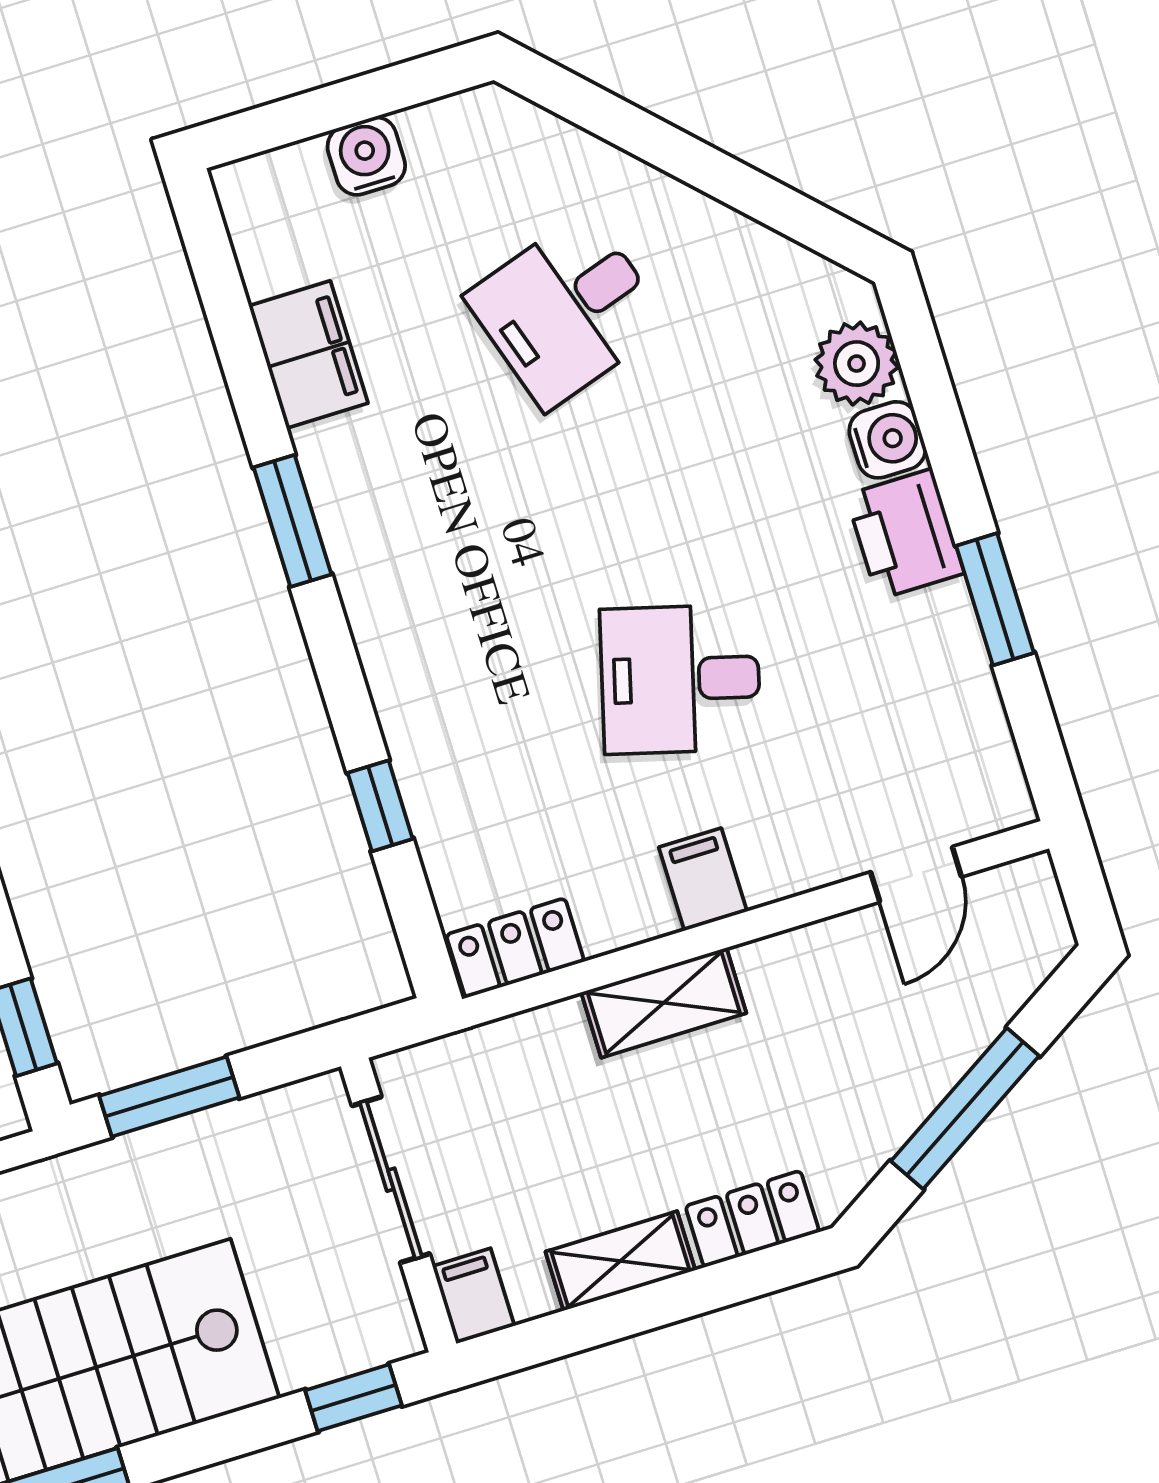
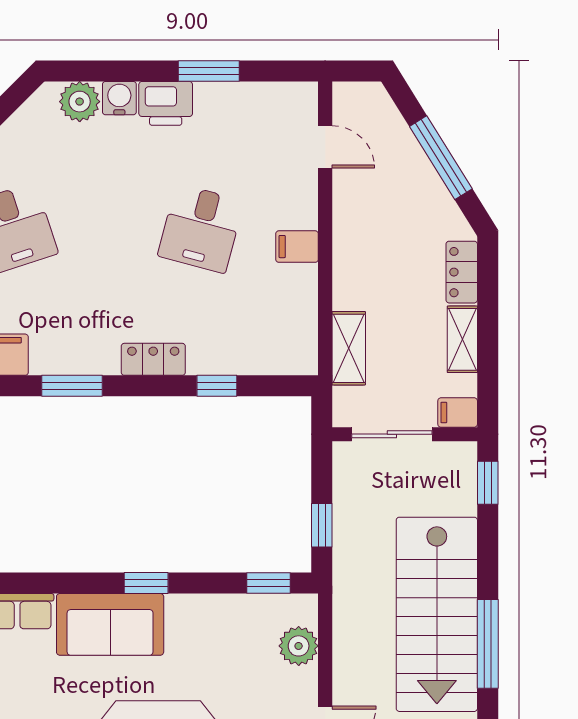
locker: (515, 948) -> (153, 359), moved, turned 90
shelving: (664, 1003) -> (349, 348), moved
window: (169, 1097) -> (322, 525), width x0.67

